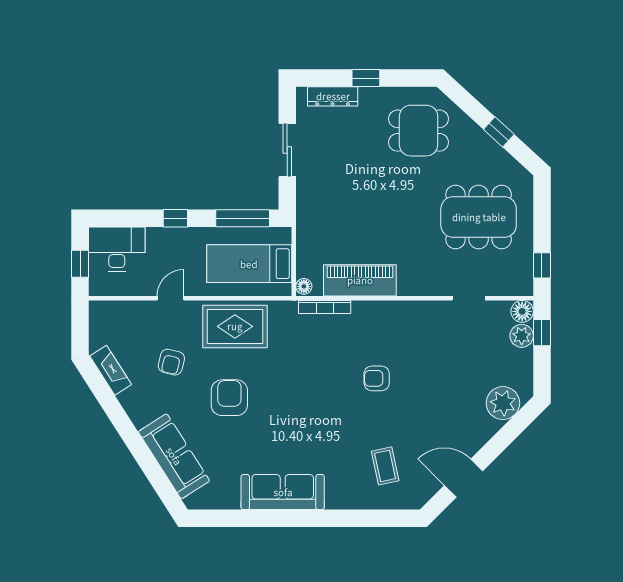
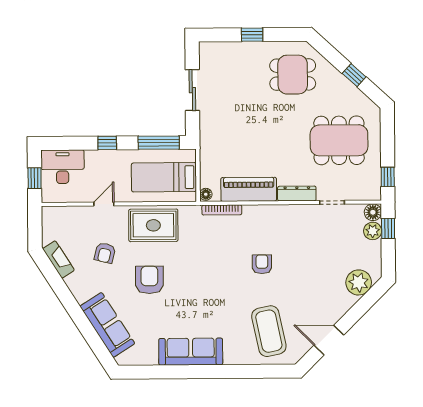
dresser: (333, 96) -> (297, 194), moved, turned 180
armchair: (377, 378) -> (262, 264), turned 90
coffee table: (385, 466) -> (269, 331), width x1.86, depth x1.72

